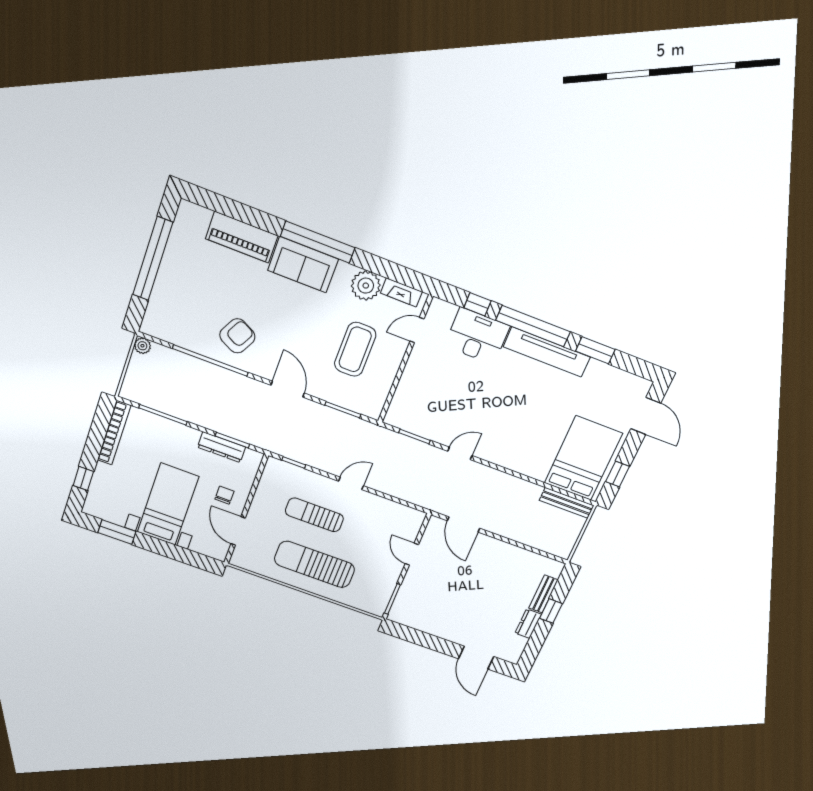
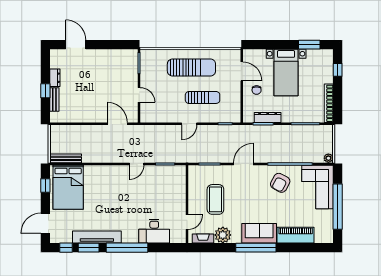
window: (477, 304) -> (66, 248), moved
corner sofa: (176, 305) -> (318, 187), added
tv unit: (547, 352) -> (97, 237), moved
door: (288, 389) -> (243, 164), swing flipped
door: (646, 416) -> (45, 223), hinge flipped

